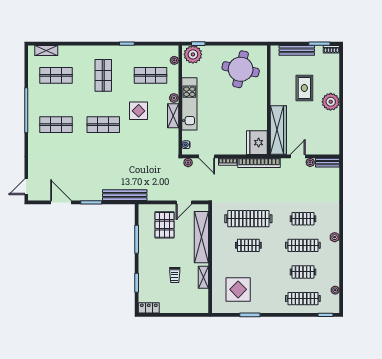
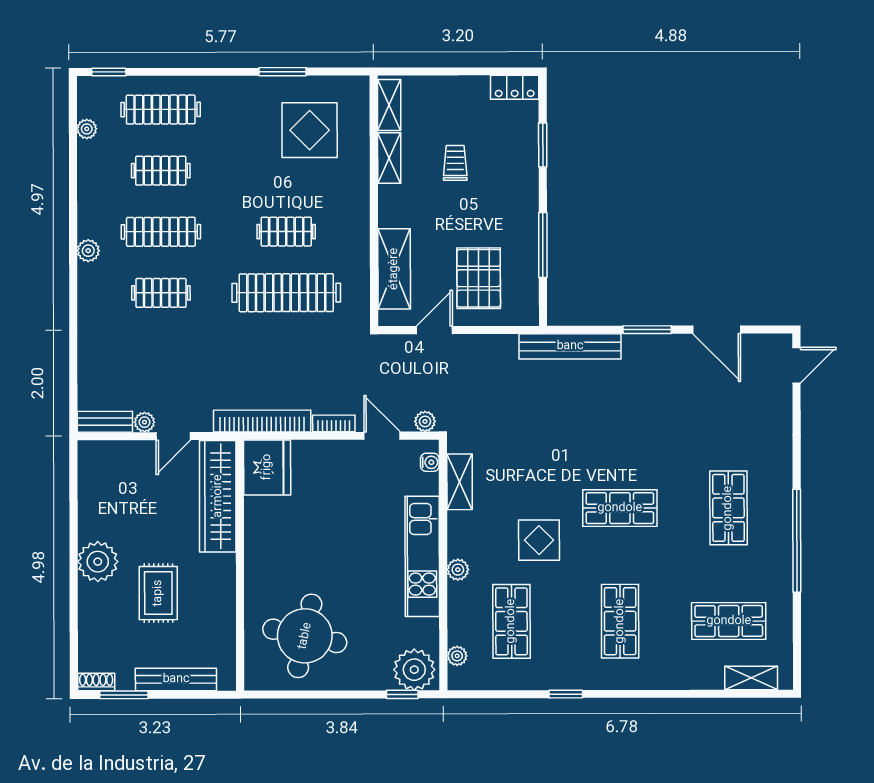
shop shelf: (151, 75) -> (511, 621), turned 90
shelving: (173, 116) -> (460, 482), moved
shop shelf: (56, 125) -> (728, 508), turned 90
shelving: (201, 237) -> (394, 269), width x0.68
shelving: (203, 300) -> (389, 105), added

